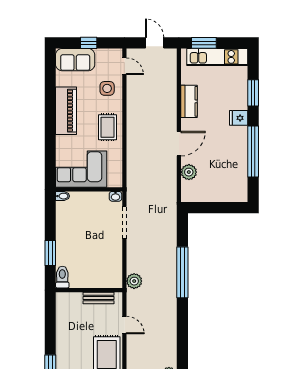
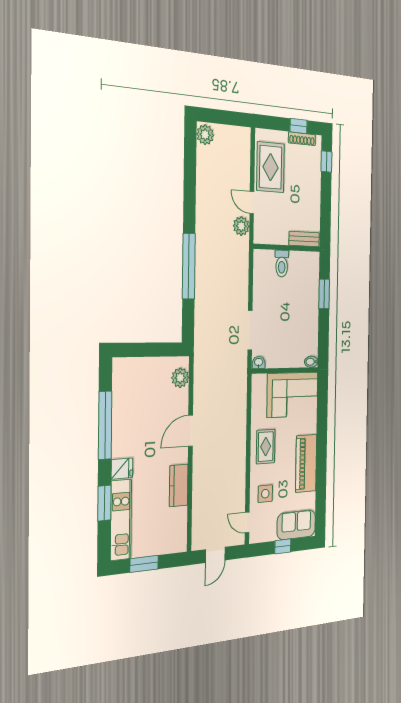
door: (155, 43) -> (215, 555), hinge flipped
window: (204, 43) -> (144, 564), moved
kitchen unit: (217, 57) -> (121, 520), moved, turned 90
plant: (189, 172) -> (180, 378), moved
toilet: (62, 277) -> (282, 264), moved
plant: (134, 281) -> (241, 226), moved
bench: (99, 298) -> (304, 239), moved

